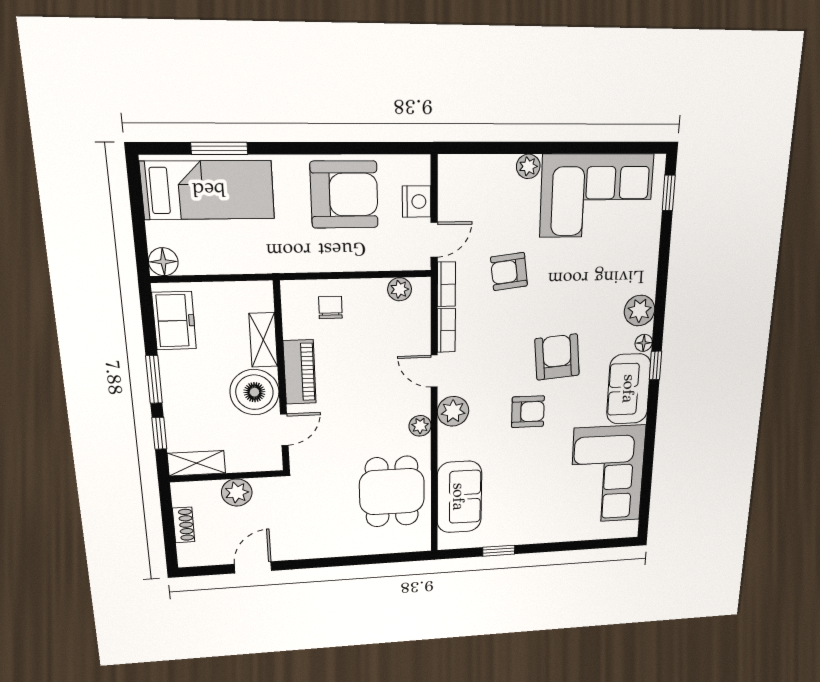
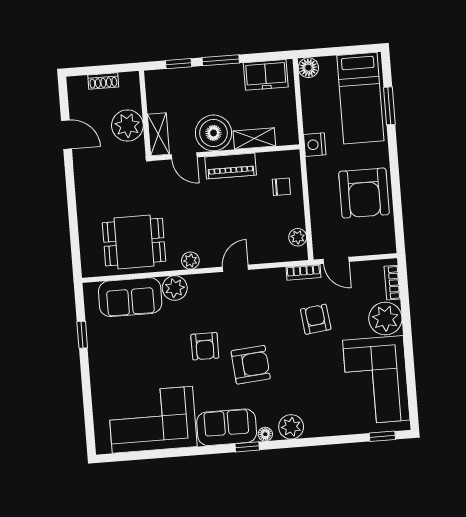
plant: (528, 166) -> (385, 319), width x1.88, depth x1.88
nightstand: (417, 202) -> (315, 145), moved, turned 90
bookcase: (446, 330) -> (392, 283), moved, turned 90
plant: (453, 411) -> (175, 288), moved
shelving: (196, 463) -> (158, 134), moved
plant: (237, 492) -> (127, 126), width x1.36, depth x1.36

